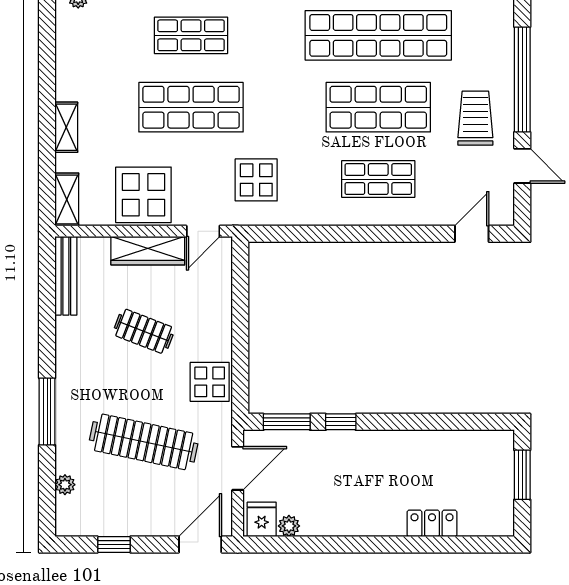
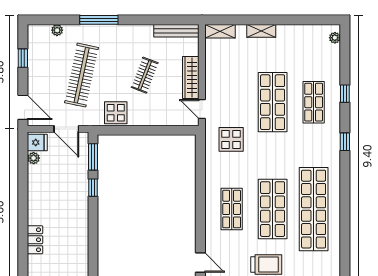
display table: (143, 195) -> (223, 75), removed

